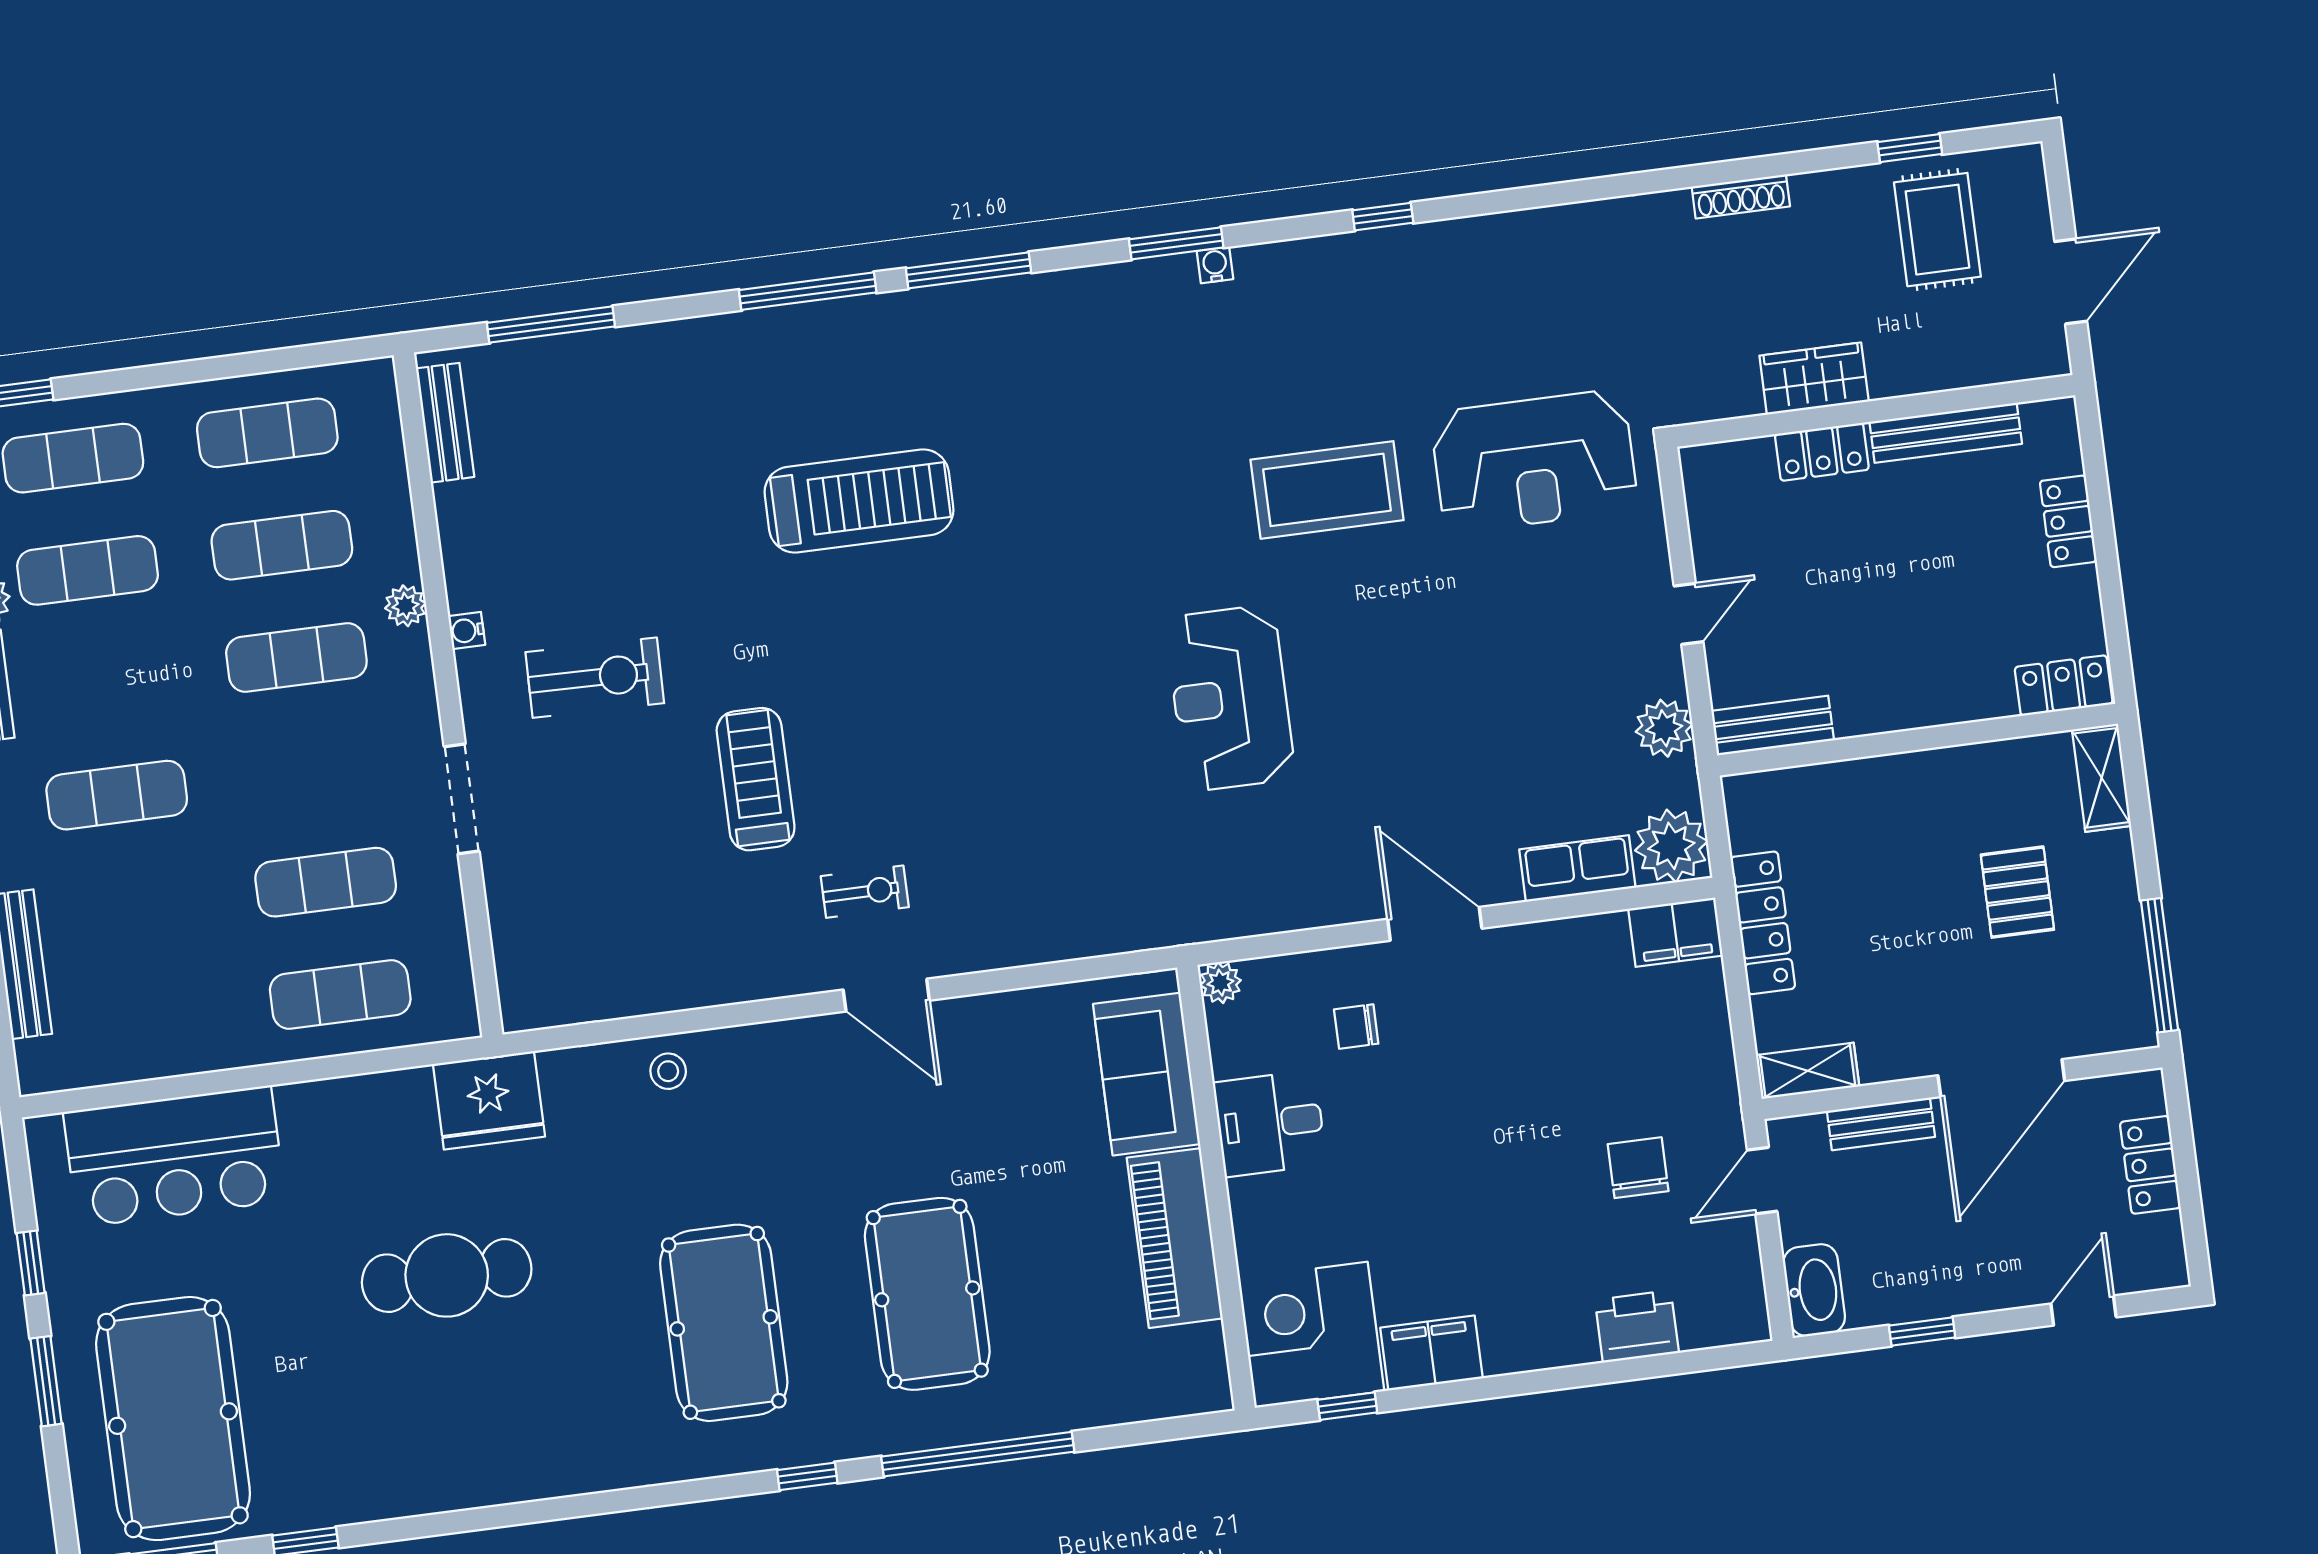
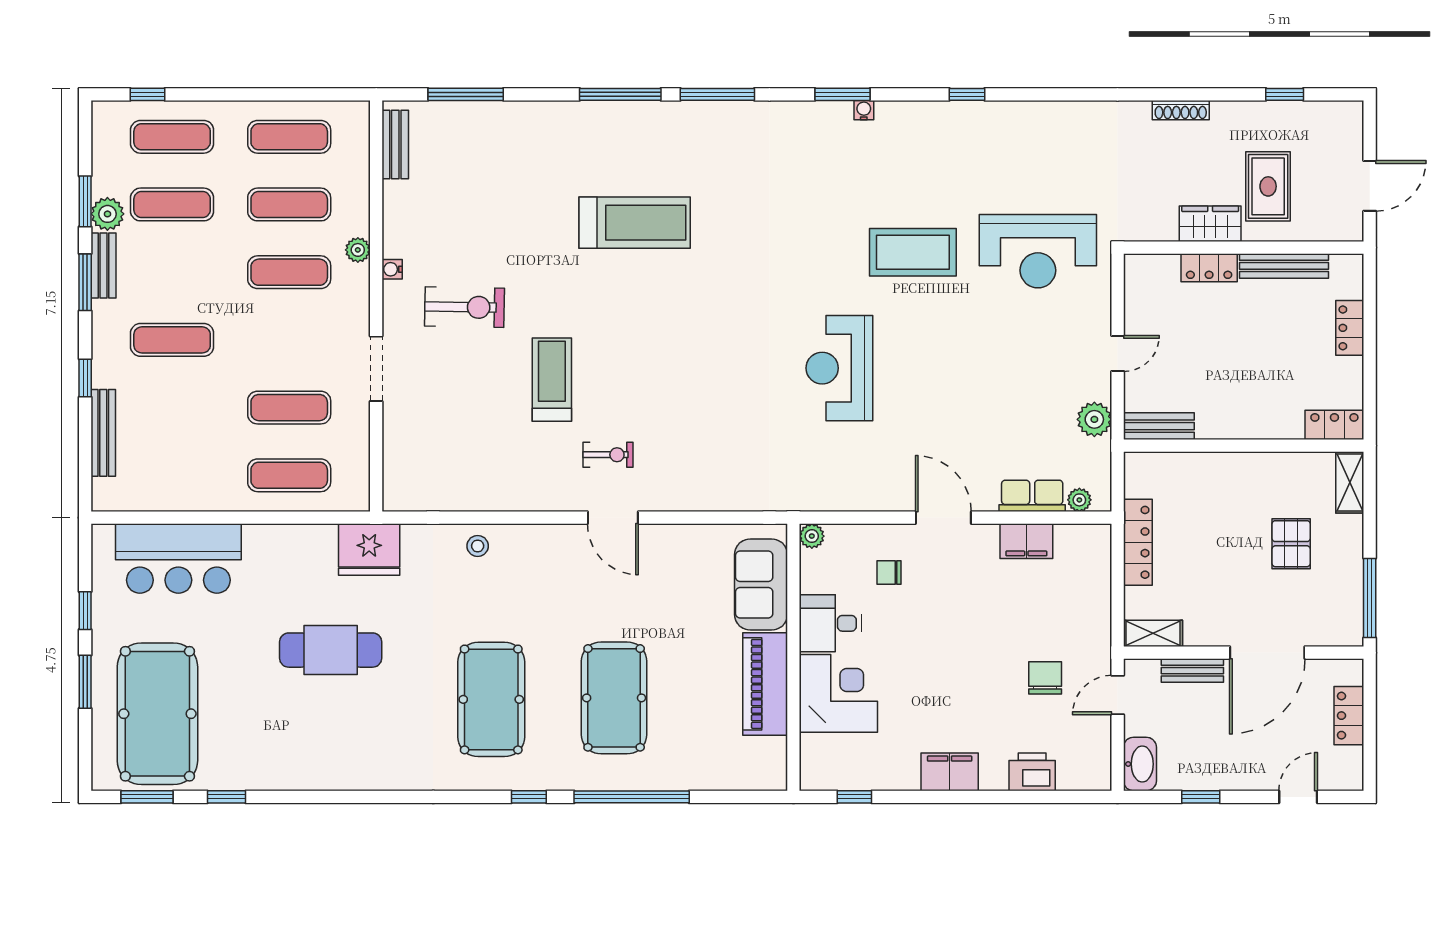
rug: (1937, 230) -> (1268, 186), moved
plant: (1671, 846) -> (1079, 500), width x0.53, depth x0.53
filing cabinet: (1675, 932) -> (1026, 541), moved
corner desk: (1311, 1335) -> (838, 693), moved, turned 90
filing cabinet: (1431, 1353) -> (950, 772), moved

